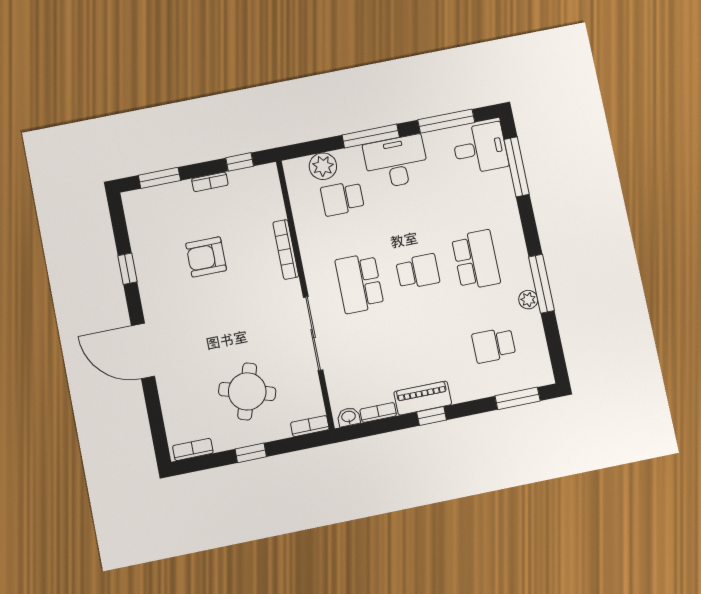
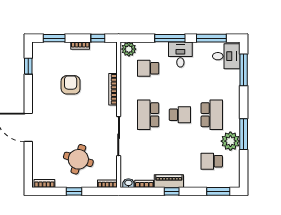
desk: (396, 162) -> (180, 55), width x0.73
plant: (323, 166) -> (129, 49), moved
armchair: (206, 257) -> (71, 85), turned 90
window: (127, 269) -> (28, 66), moved
plant: (528, 300) -> (230, 141), width x1.88, depth x1.88

